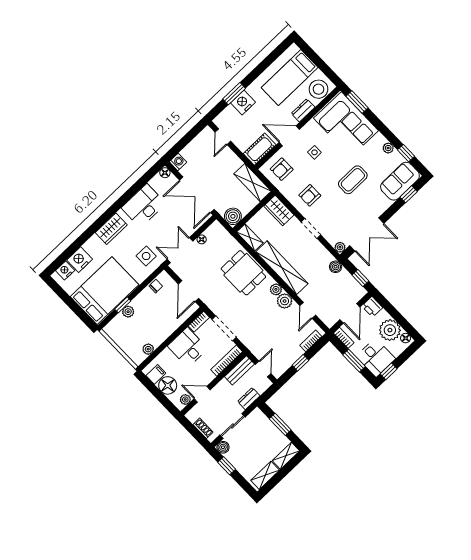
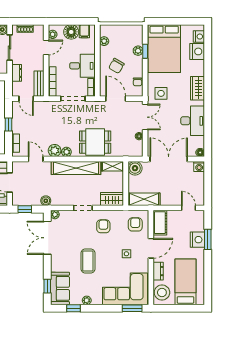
chair: (159, 318) -> (116, 66), added

